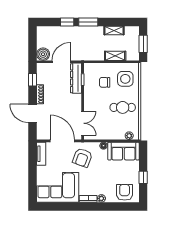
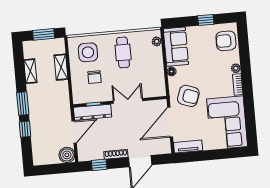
door: (61, 62) -> (74, 132), swing flipped
double door: (83, 123) -> (128, 101), moved

